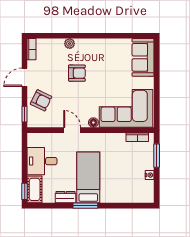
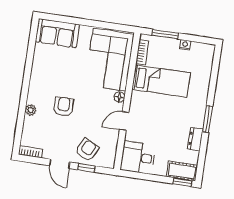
window: (25, 114) -> (87, 168), moved
desk: (42, 161) -> (138, 157), moved, turned 90
bed: (88, 177) -> (161, 81), moved, turned 180

